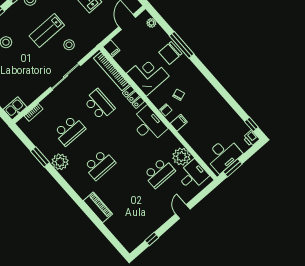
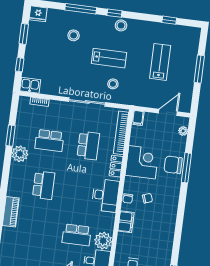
lab bench: (47, 31) -> (109, 58), turned 180
filing cabinet: (179, 123) -> (126, 222), width x2.00
school desk: (100, 165) -> (44, 185), turned -90

